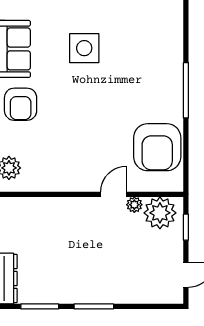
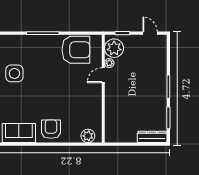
side table: (84, 48) -> (14, 73), moved
armchair: (21, 104) -> (51, 129), turned -90
door: (113, 194) -> (103, 75), hinge flipped

